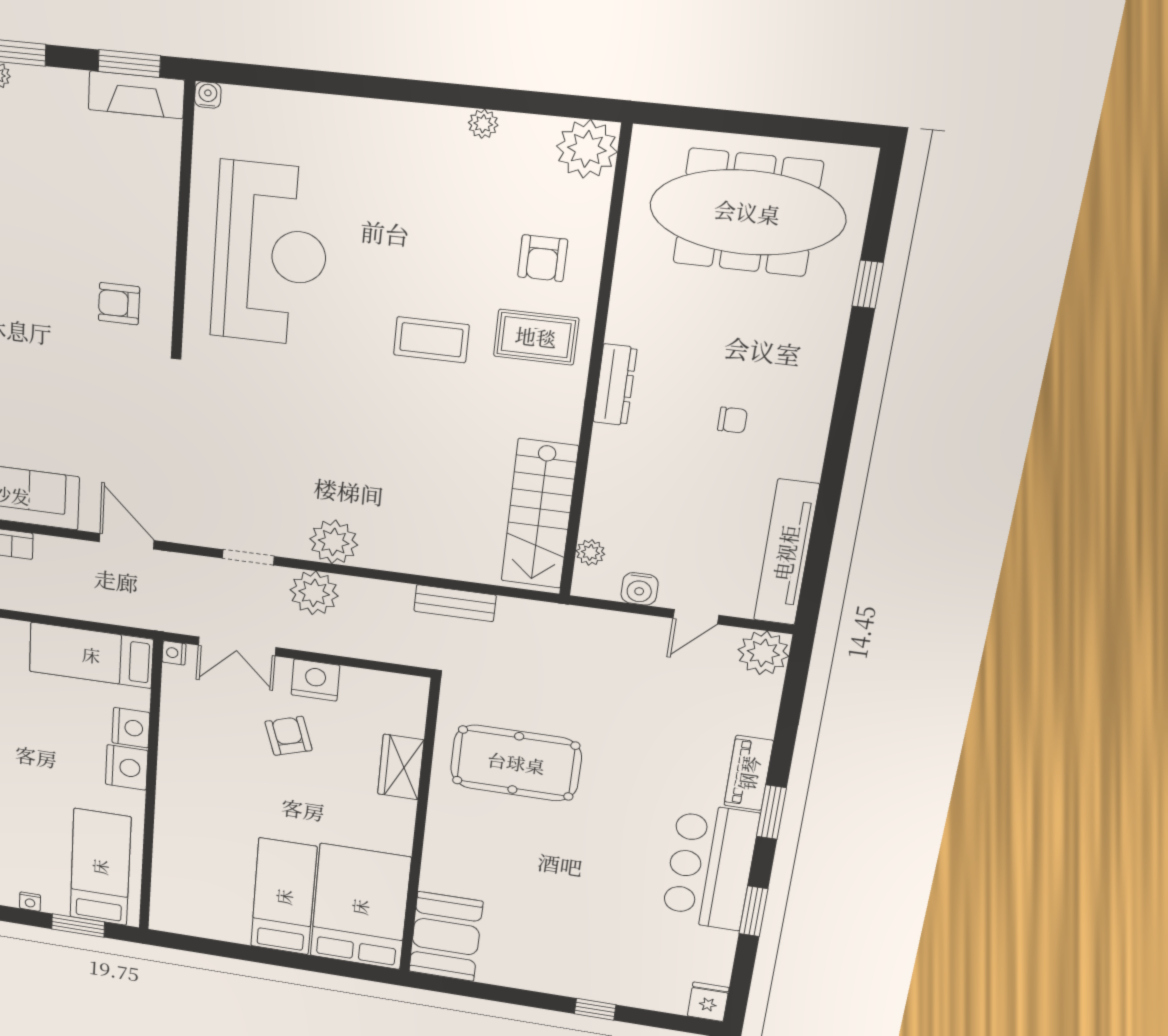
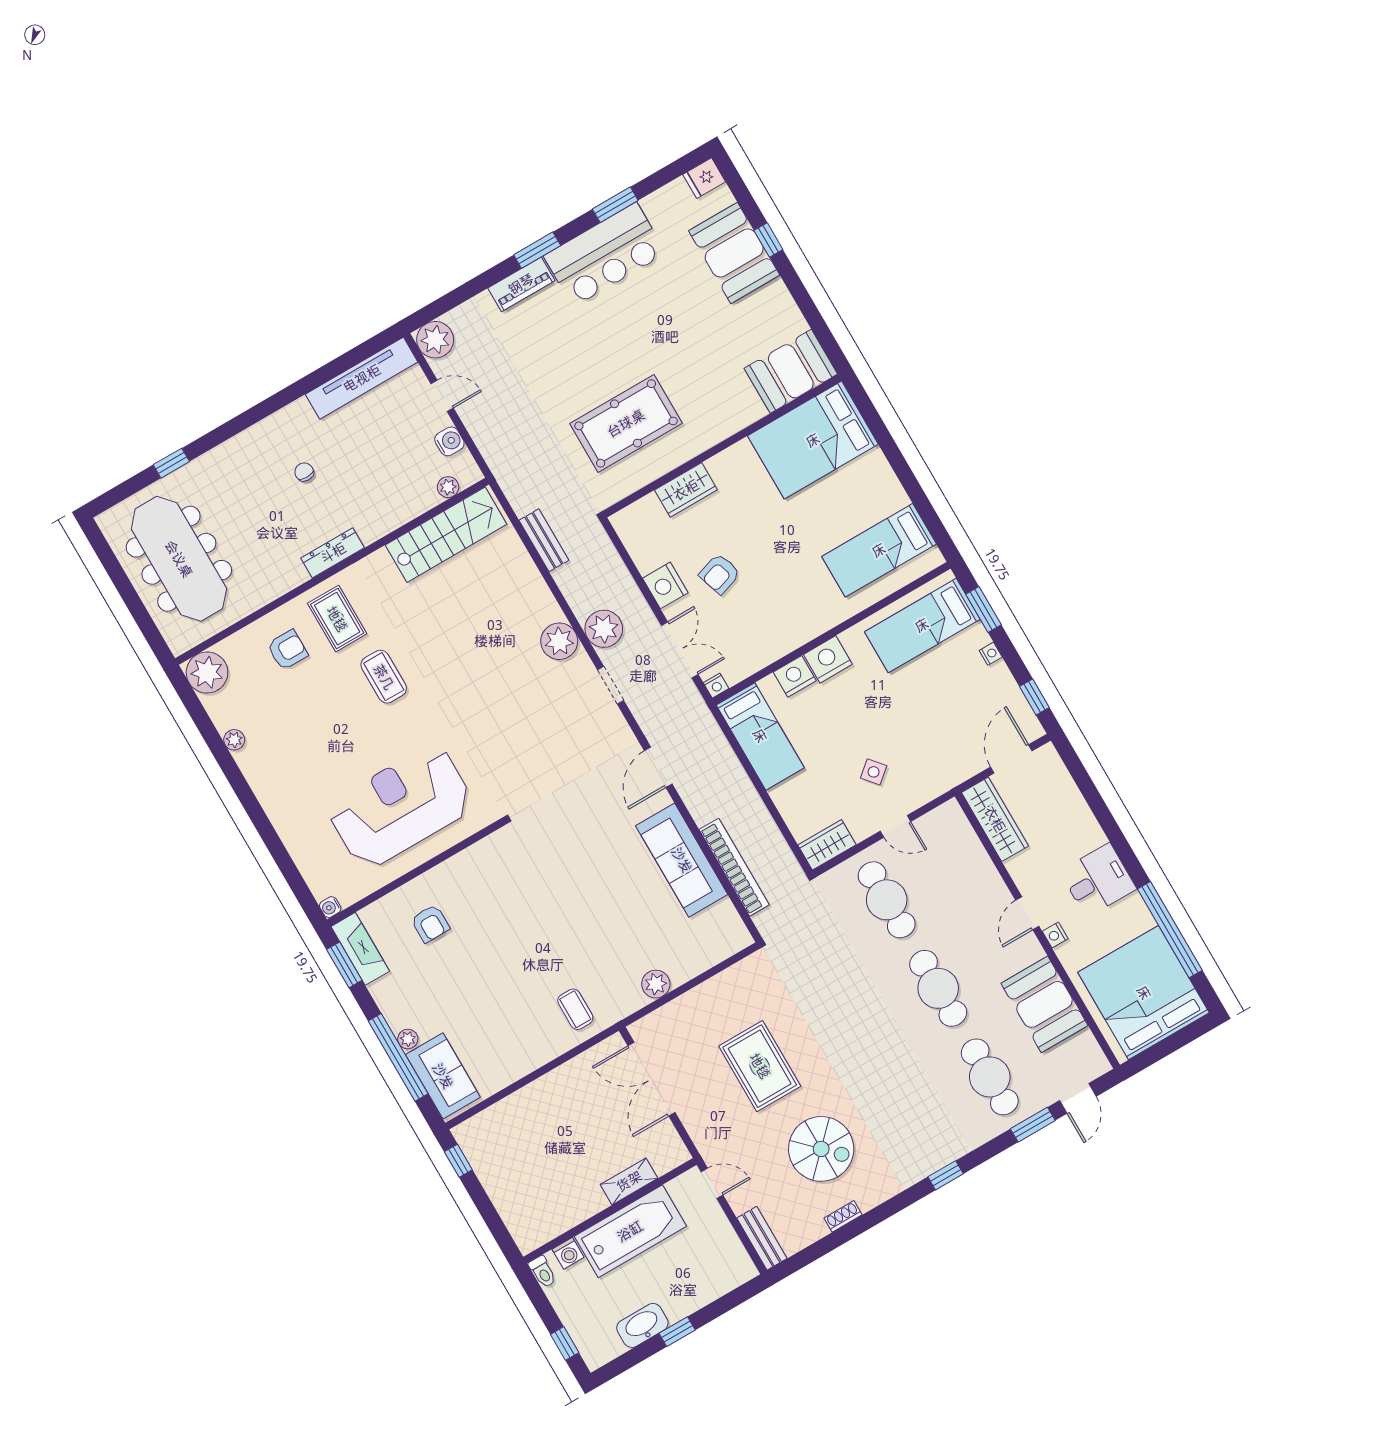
armchair: (119, 304) -> (430, 924), moved
pool table: (516, 763) -> (626, 423), turned 90
bed: (284, 897) -> (879, 550), moved
booth: (608, 973) -> (734, 253), added

